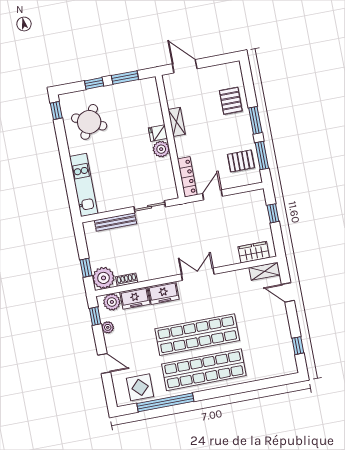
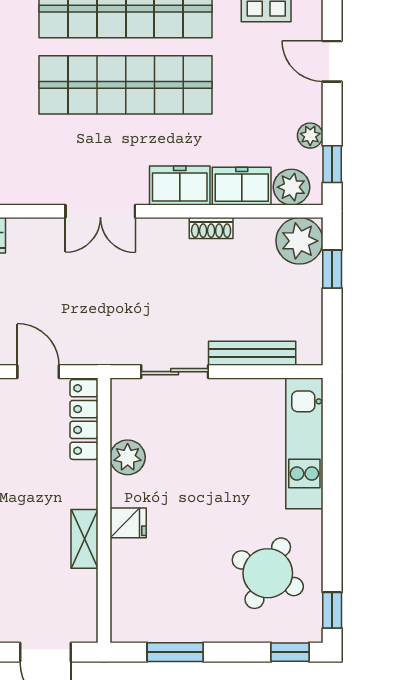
window: (94, 83) -> (290, 652), moved
plant: (161, 149) -> (128, 457), moved
door: (213, 195) -> (38, 372), swing flipped
shoe rack: (127, 280) -> (211, 228), moved

